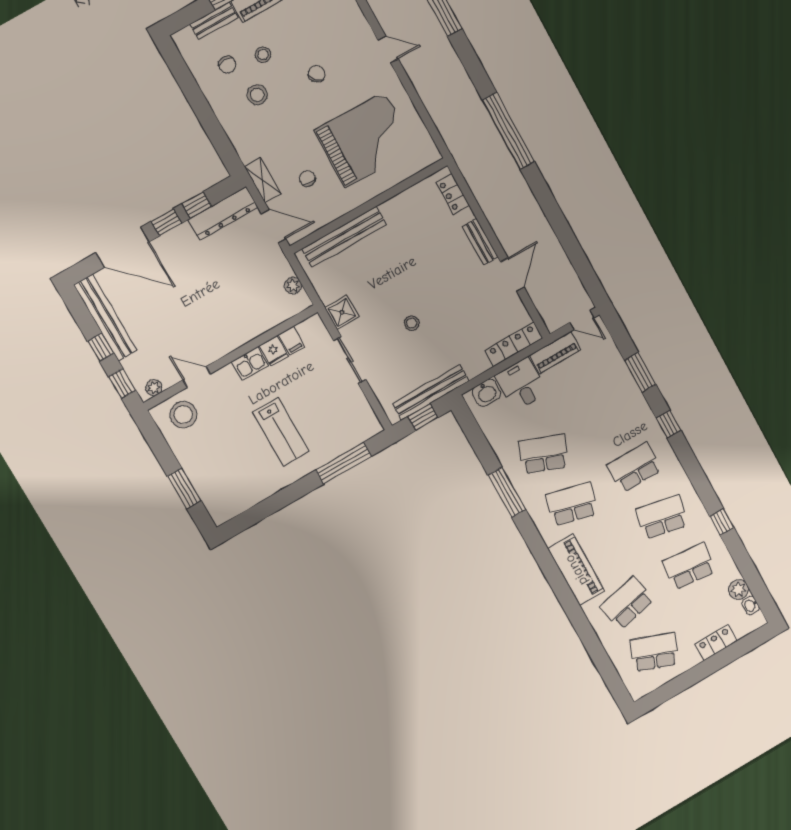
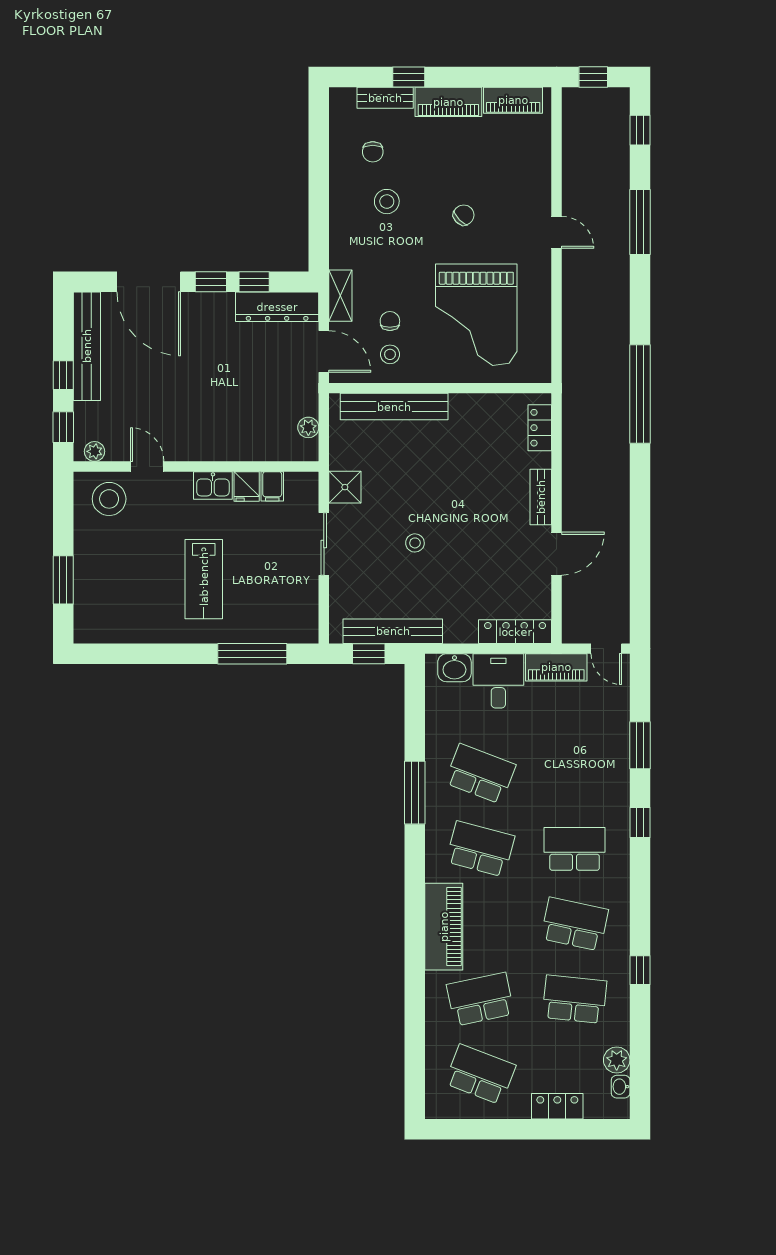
stool: (263, 55) -> (390, 354), moved
grand piano: (365, 140) -> (476, 315), turned 89

